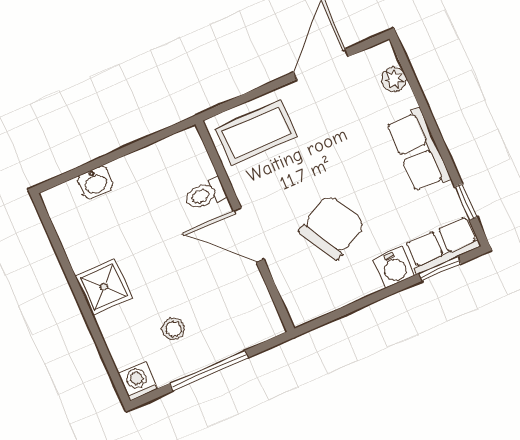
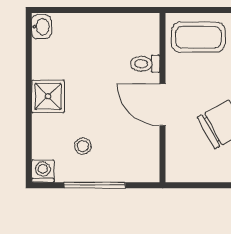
washbasin: (96, 182) -> (41, 27), moved, turned -90

